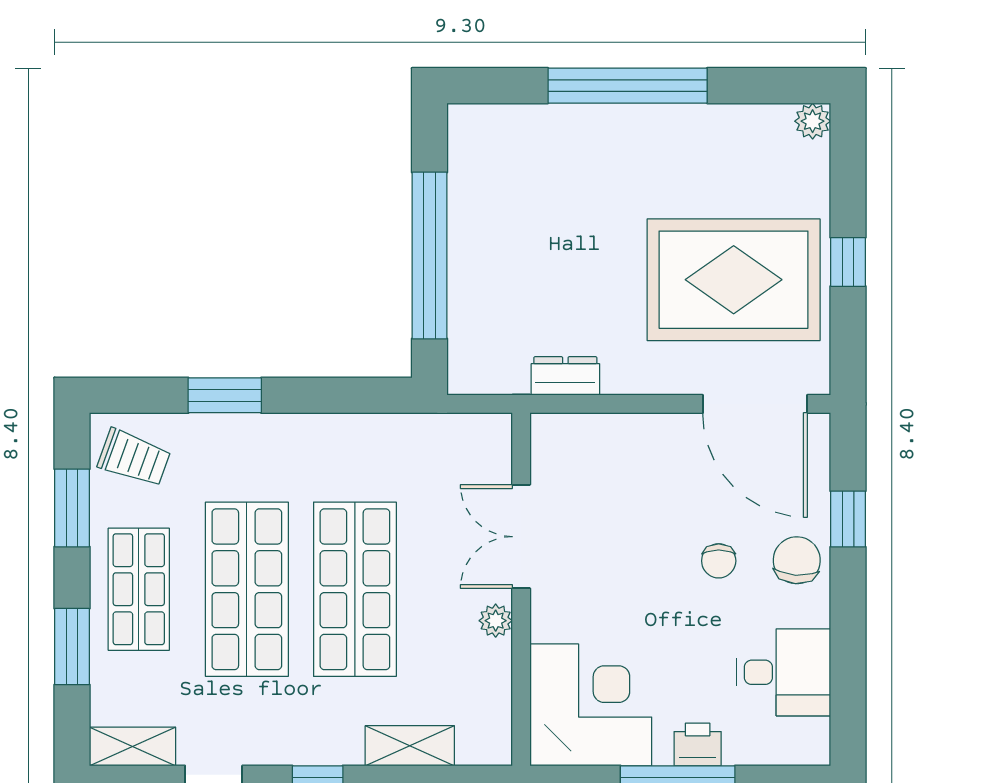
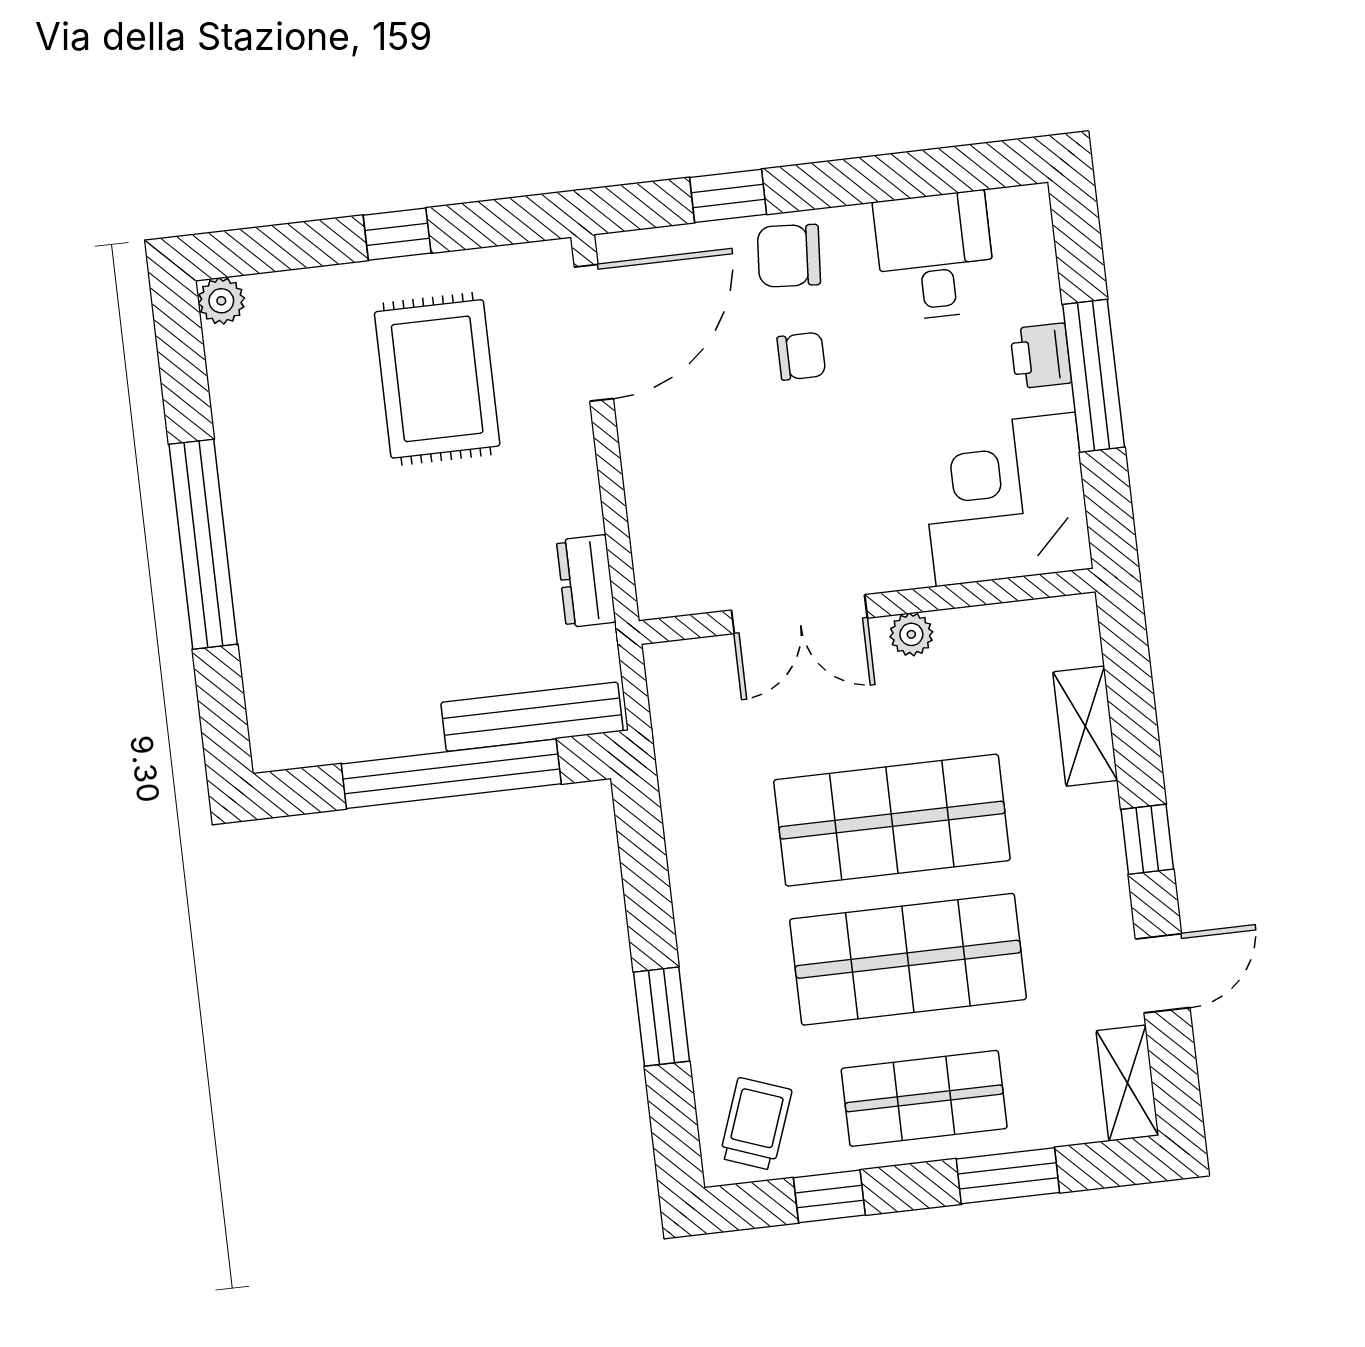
rug: (734, 280) -> (437, 379), width x0.73, depth x0.69
bench: (466, 322) -> (532, 717), added
window: (72, 508) -> (829, 1196), width x0.67

